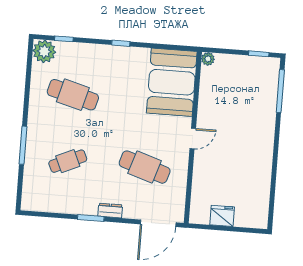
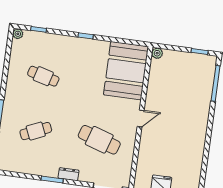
plant: (44, 51) -> (18, 34), width x0.53, depth x0.53
cafe table: (73, 95) -> (43, 76), width x0.73, depth x0.74

